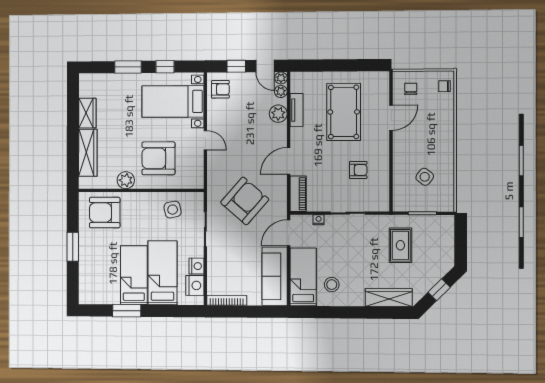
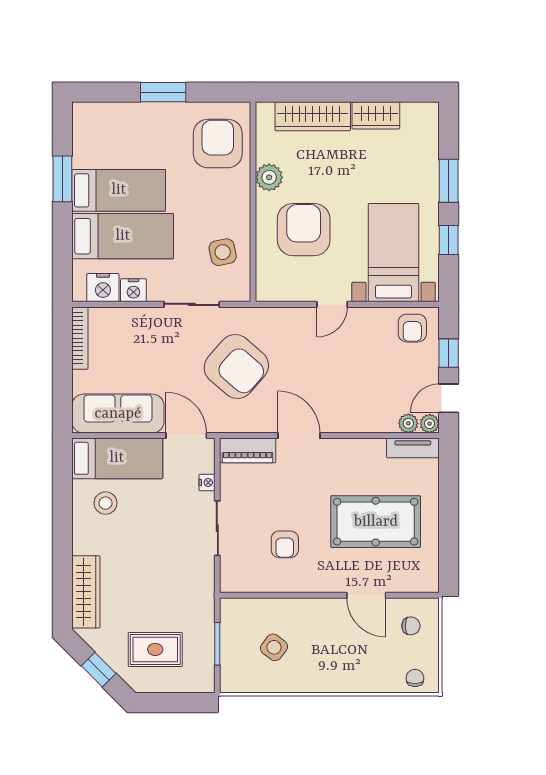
tv unit: (296, 110) -> (413, 448), moved
plant: (278, 114) -> (373, 419), removed
rug: (400, 245) -> (155, 649), moved

